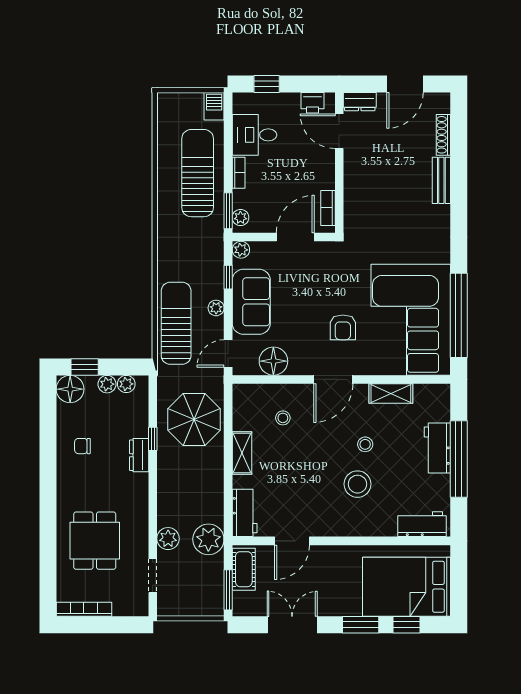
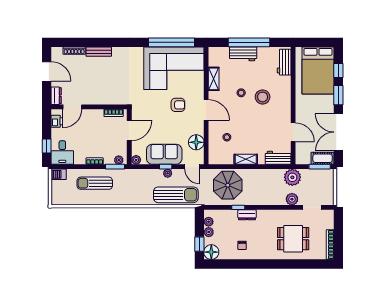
desk: (254, 135) -> (62, 153), moved
sun lounger: (198, 173) -> (95, 183), width x0.73, depth x0.75
door: (295, 237) -> (129, 131), swing flipped
window: (228, 277) -> (166, 167), moved
sun lounger: (176, 323) -> (176, 195), turned 180
cot: (244, 569) -> (323, 158), moved
double door: (292, 625) -> (338, 132), width x1.37

